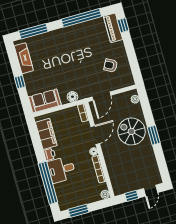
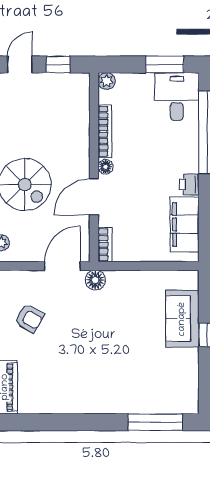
window: (81, 18) -> (59, 422), removed
fireplace: (24, 58) -> (187, 377), removed
floor lamp: (72, 97) -> (95, 280), moved
sofa: (45, 101) -> (182, 319), moved, turned 90
desk: (61, 170) -> (177, 97), moved, turned -90

